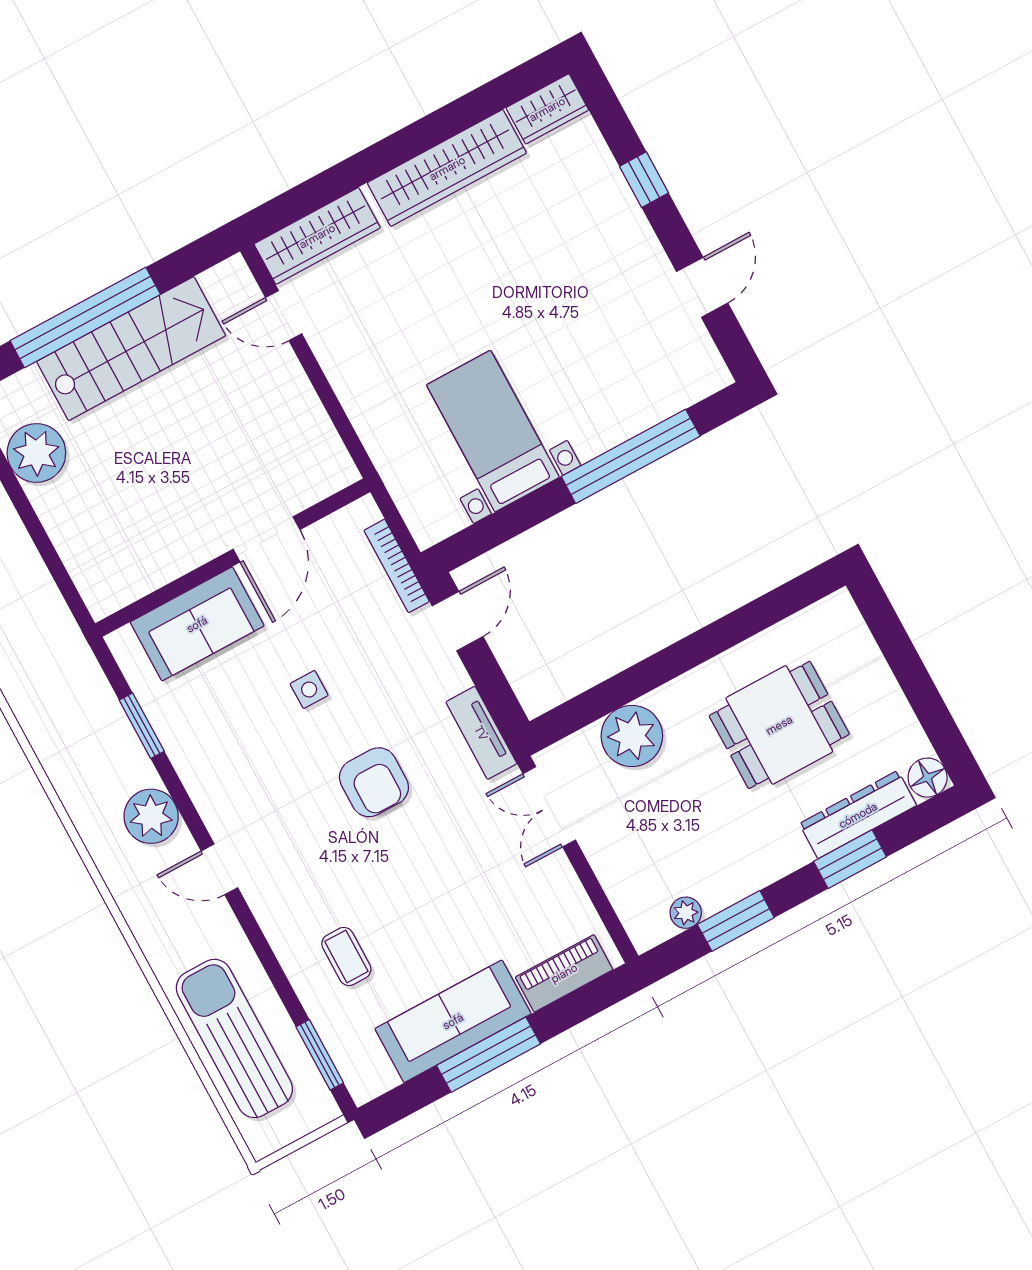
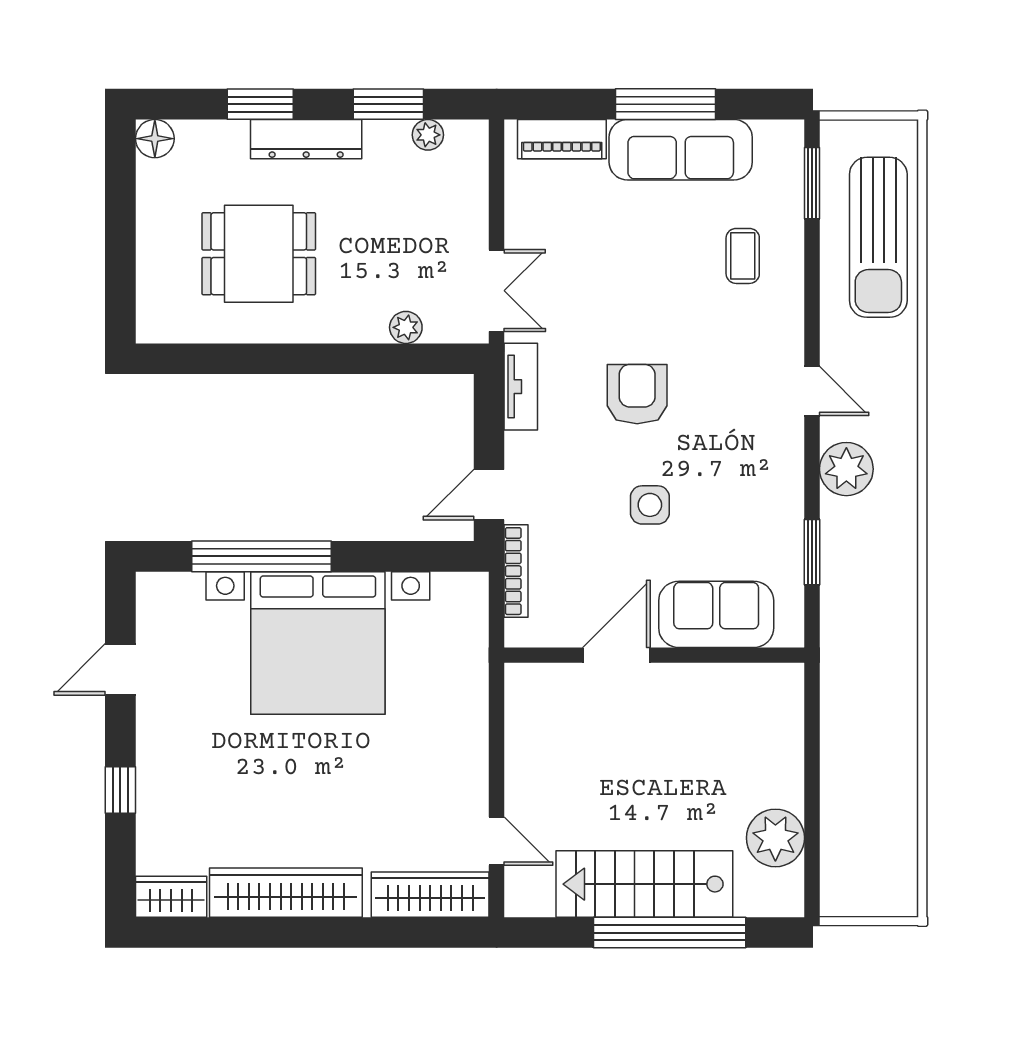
bed with nightstands: (493, 431) -> (318, 643), width x1.85
side table: (309, 689) -> (650, 505), width x1.37, depth x1.37
plant: (632, 736) -> (406, 327), width x0.53, depth x0.53
dresser: (858, 815) -> (306, 139), moved

